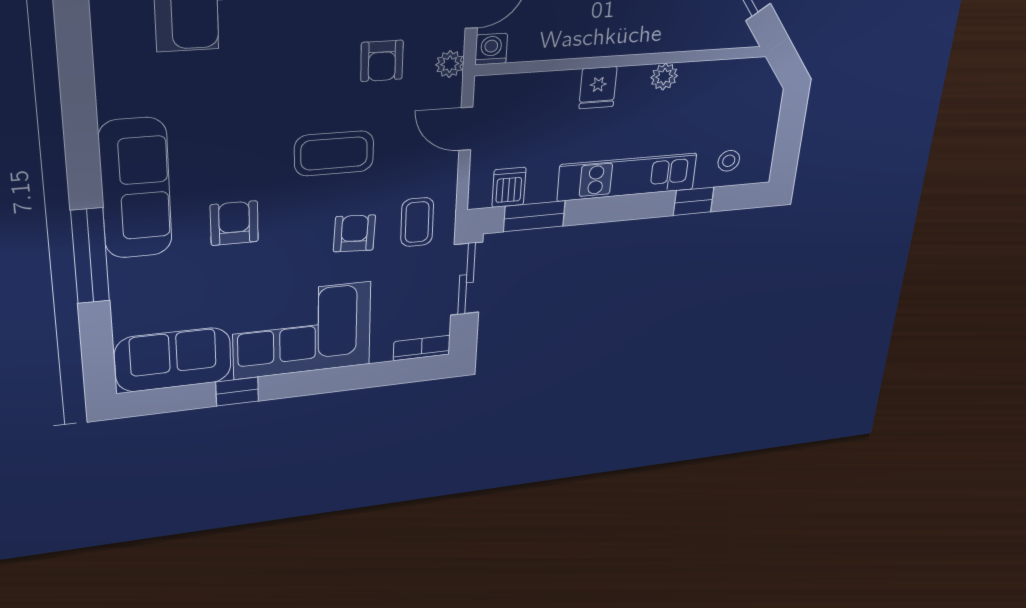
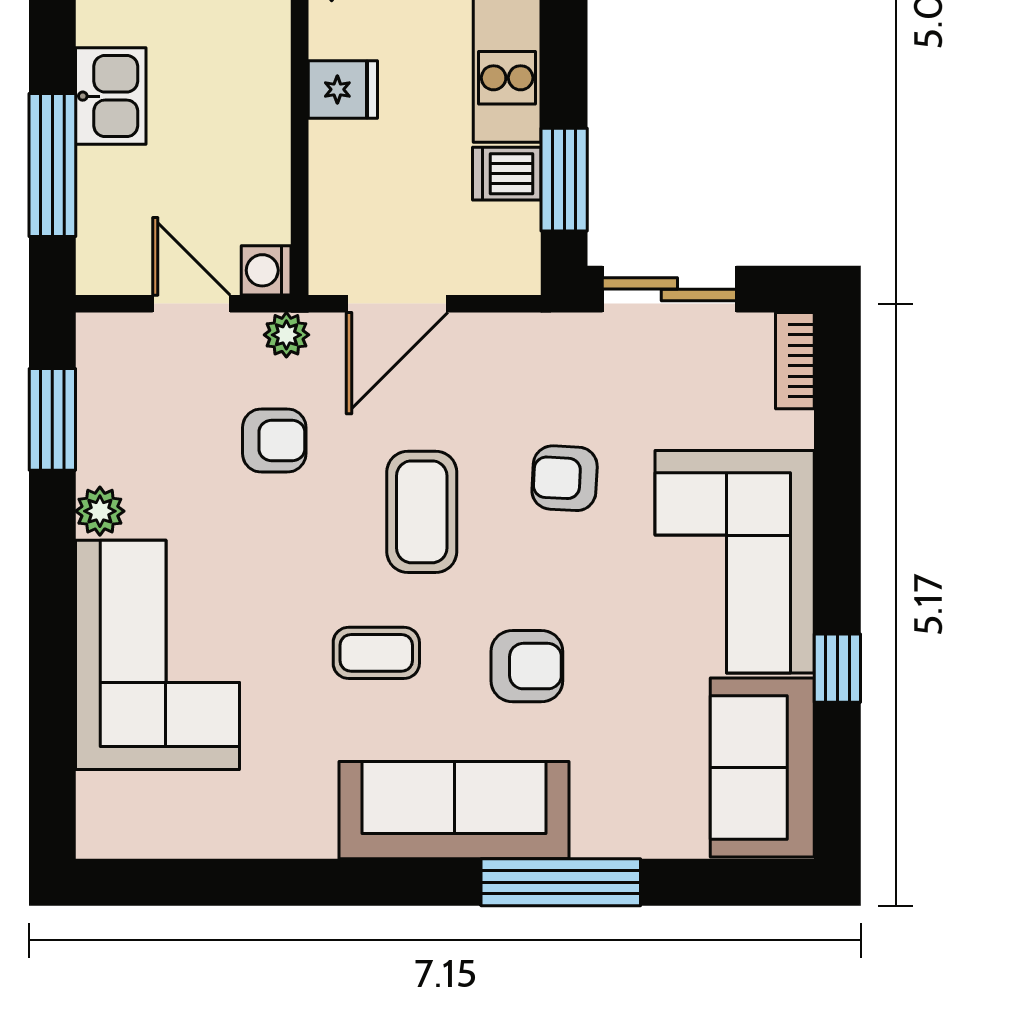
door: (466, 129) -> (397, 304), width x1.38
dishwasher: (509, 187) -> (507, 174), moved
coffee table: (417, 222) -> (376, 653), moved
armchair: (234, 223) -> (527, 666), turned 180

